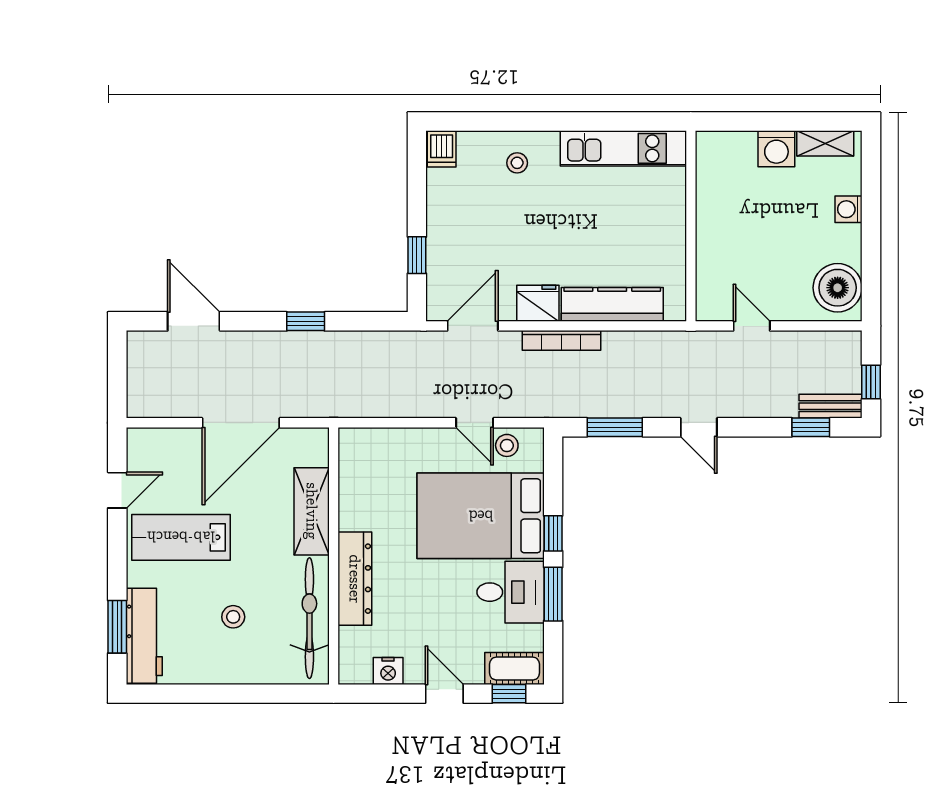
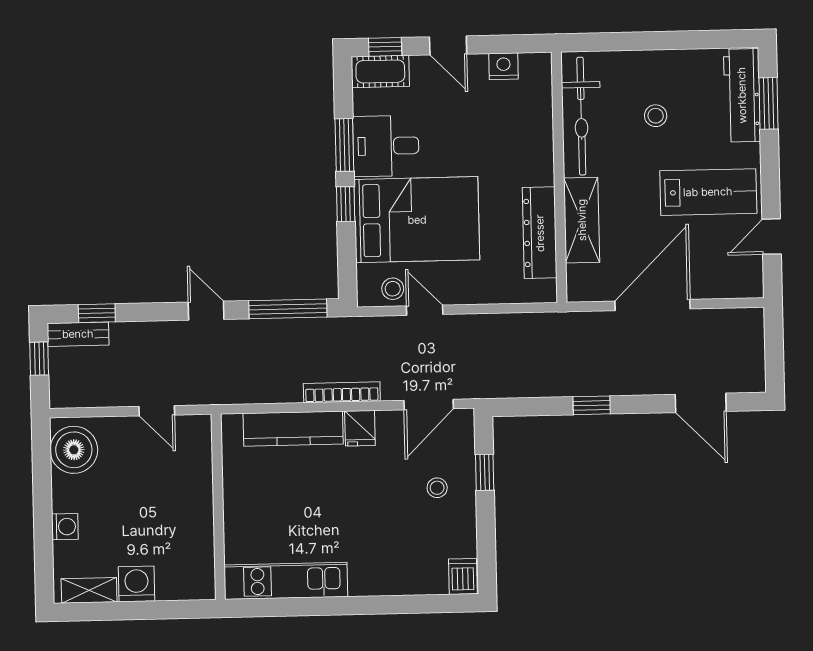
stool: (517, 163) -> (437, 488), moved
fridge: (538, 303) -> (360, 428), width x0.72
window: (615, 427) -> (288, 309), width x1.44
dresser: (355, 579) -> (540, 233), moved

